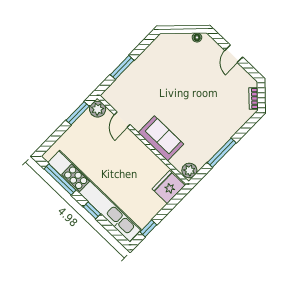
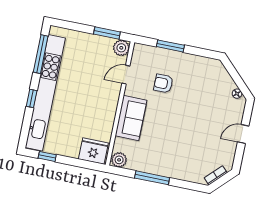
armchair: (149, 93) -> (163, 83), added

